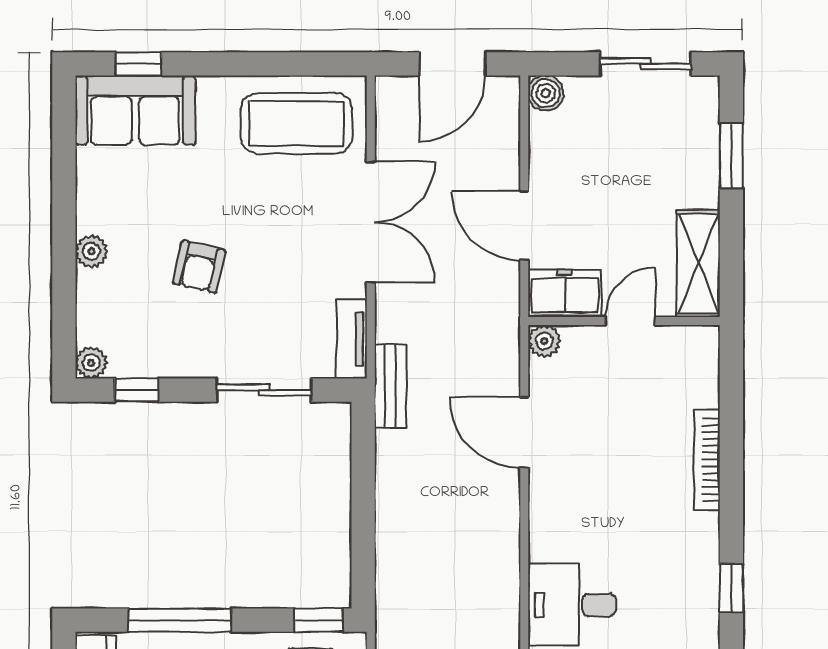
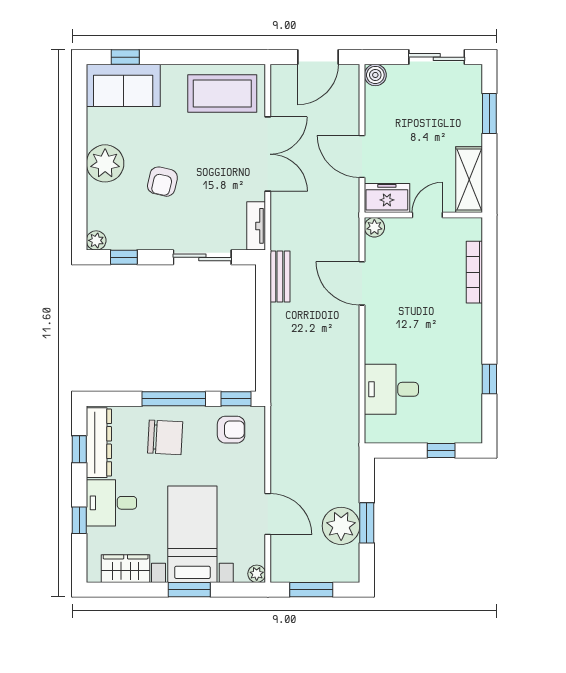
plant: (92, 251) -> (105, 163), width x1.87, depth x1.87
bench: (391, 386) -> (280, 276), moved
bookcase: (707, 460) -> (474, 272), moved
window: (180, 620) -> (174, 399), moved

